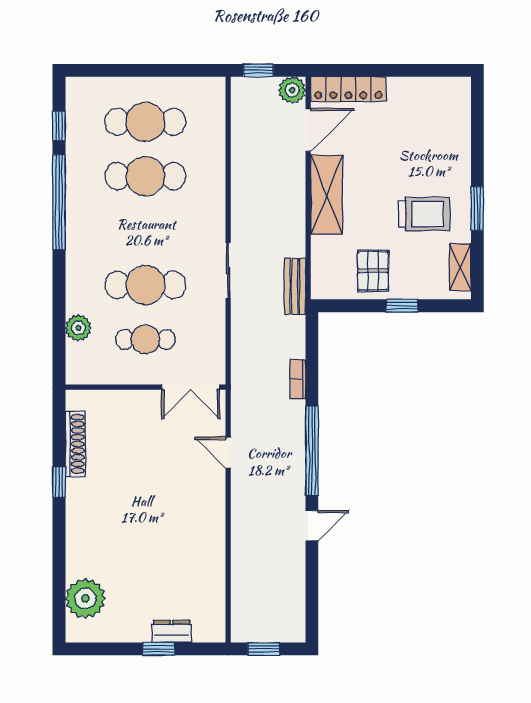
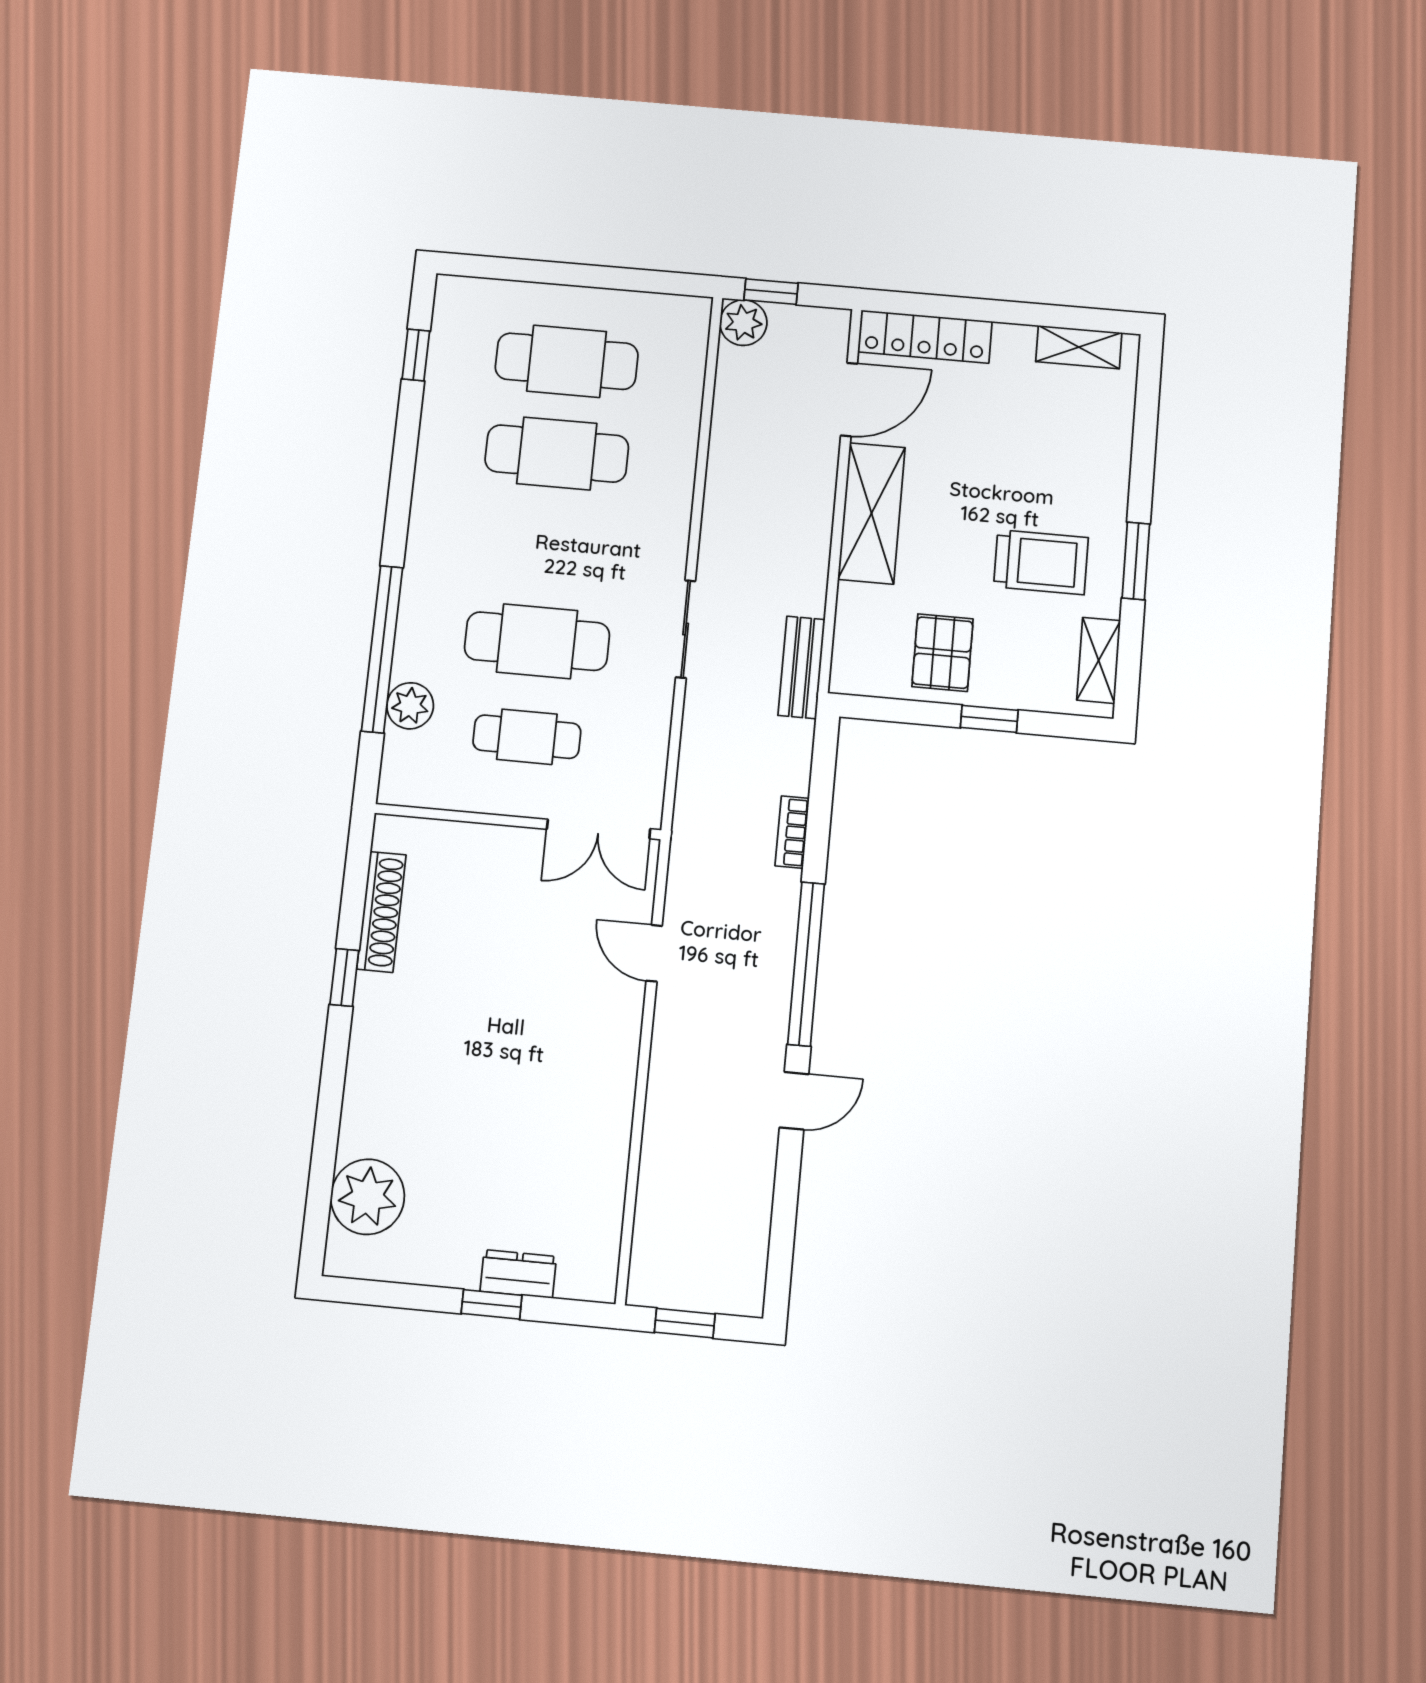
shelving: (436, 87) -> (1079, 347), added
plant: (292, 90) -> (743, 323), moved
window: (59, 202) -> (382, 649), moved

